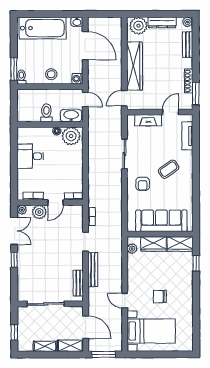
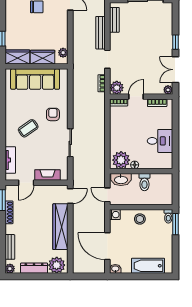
bathtub: (43, 28) -> (148, 266), width x0.73, depth x0.73
plant: (39, 212) -> (117, 88), moved

